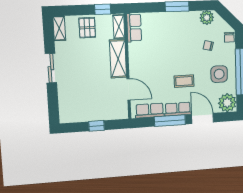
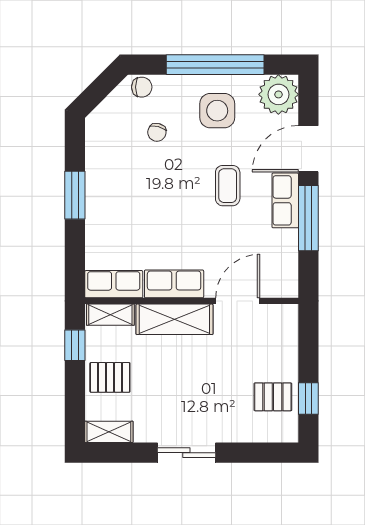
plant: (207, 18) -> (99, 134), removed
pallet: (82, 109) -> (273, 397), added
row of seats: (150, 111) -> (174, 284), moved, turned 90
window: (97, 126) -> (308, 398), moved

